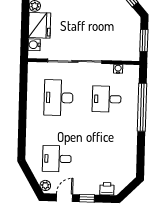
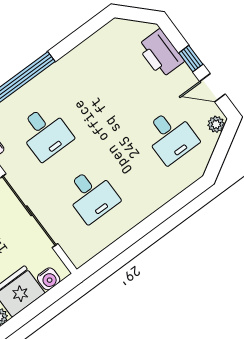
desk: (59, 98) -> (91, 195), width x0.73
printer: (107, 189) -> (161, 53), width x1.87, depth x1.48

